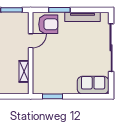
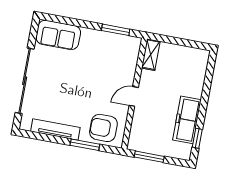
door: (31, 41) -> (134, 96), moved
shelving: (24, 71) -> (151, 55), moved

